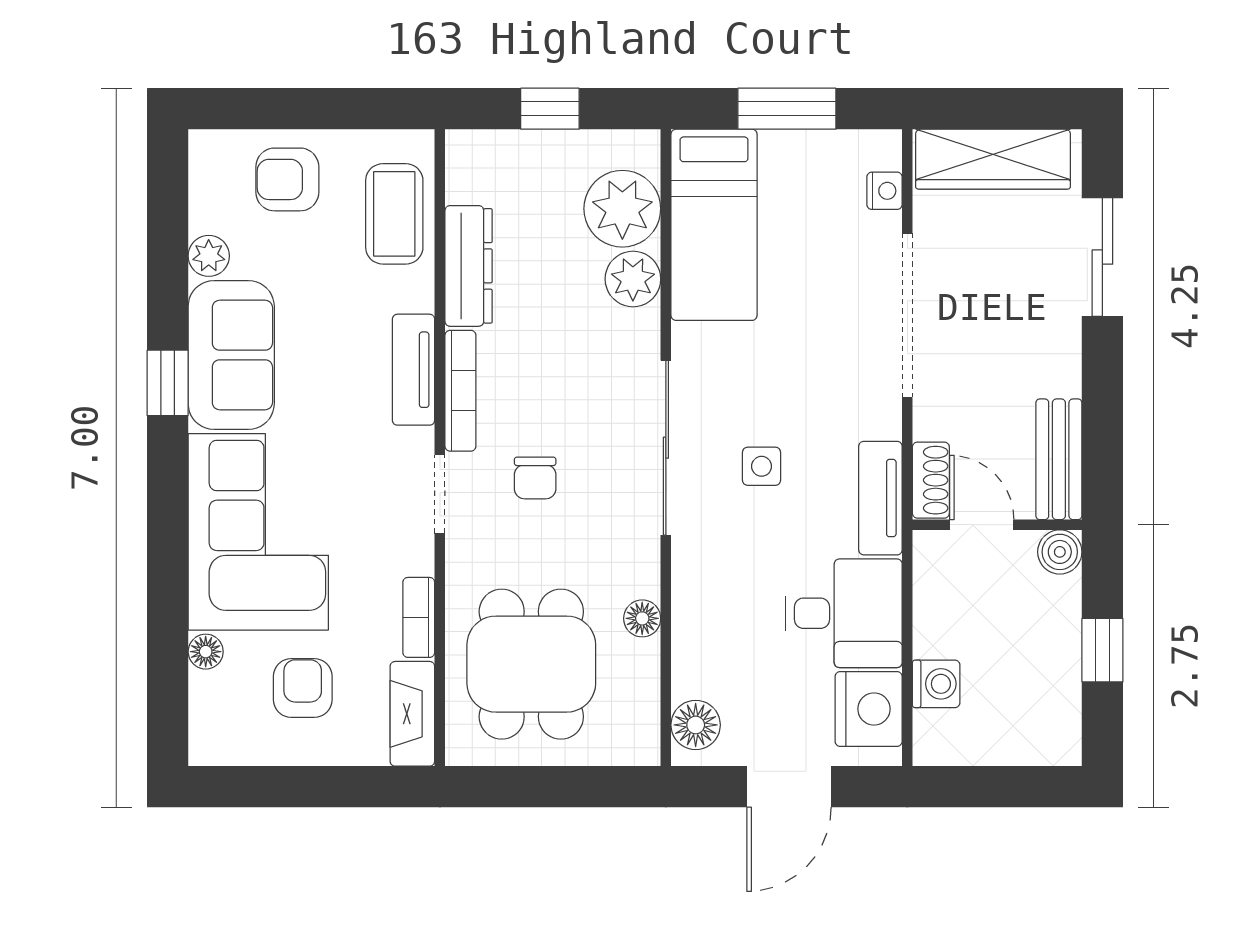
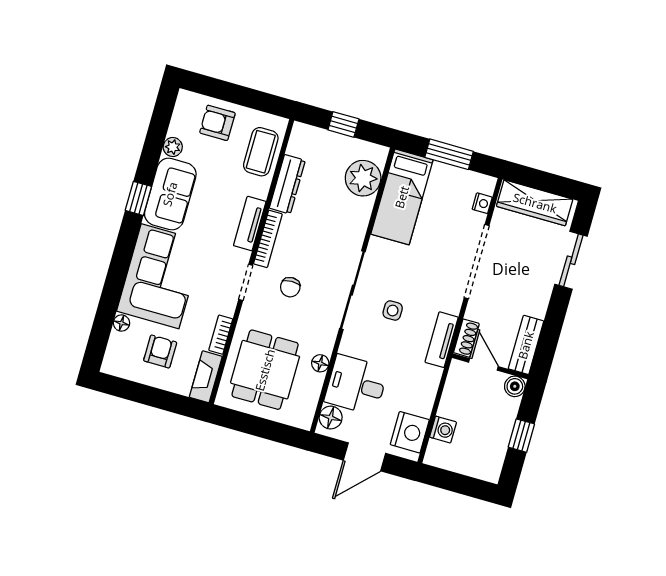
plant: (633, 279) -> (359, 211), removed
desk: (844, 613) -> (356, 385), moved, turned 180

